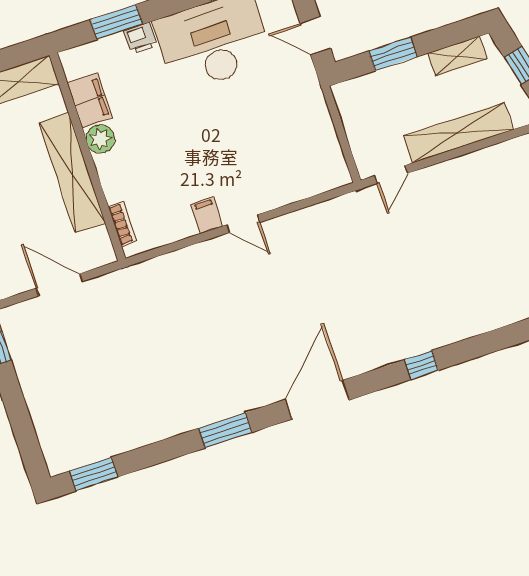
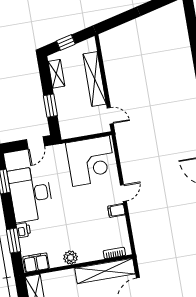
filing cabinet: (90, 100) -> (36, 263), moved
corner desk: (296, 150) -> (91, 161), added
shelving: (72, 173) -> (105, 271), moved

